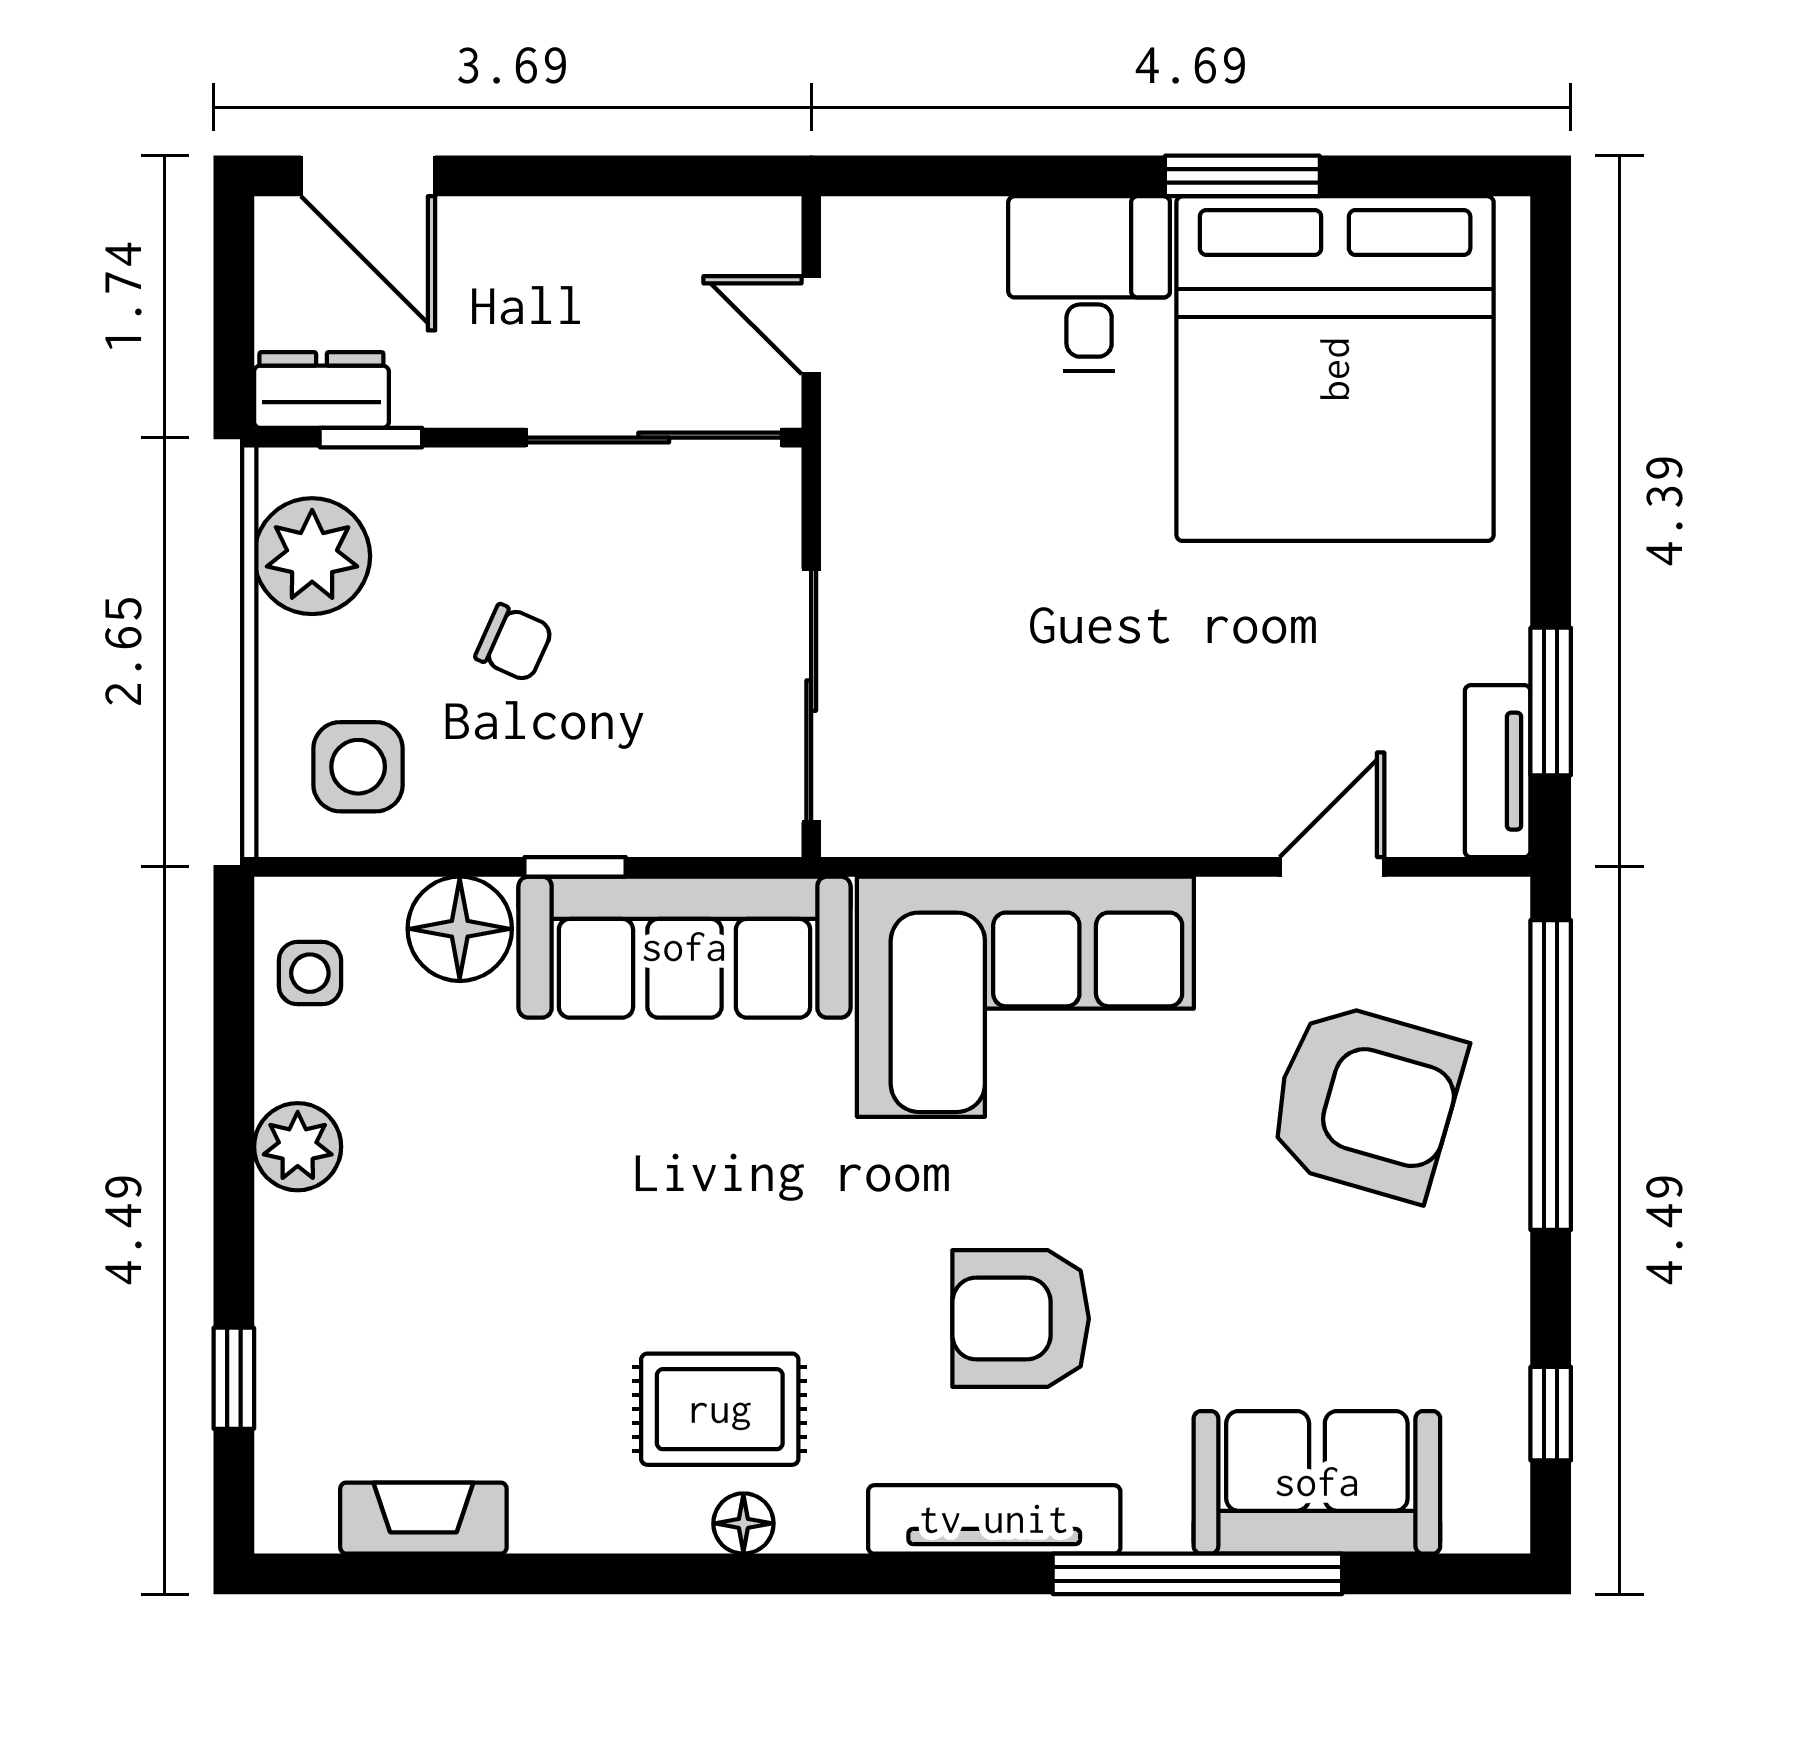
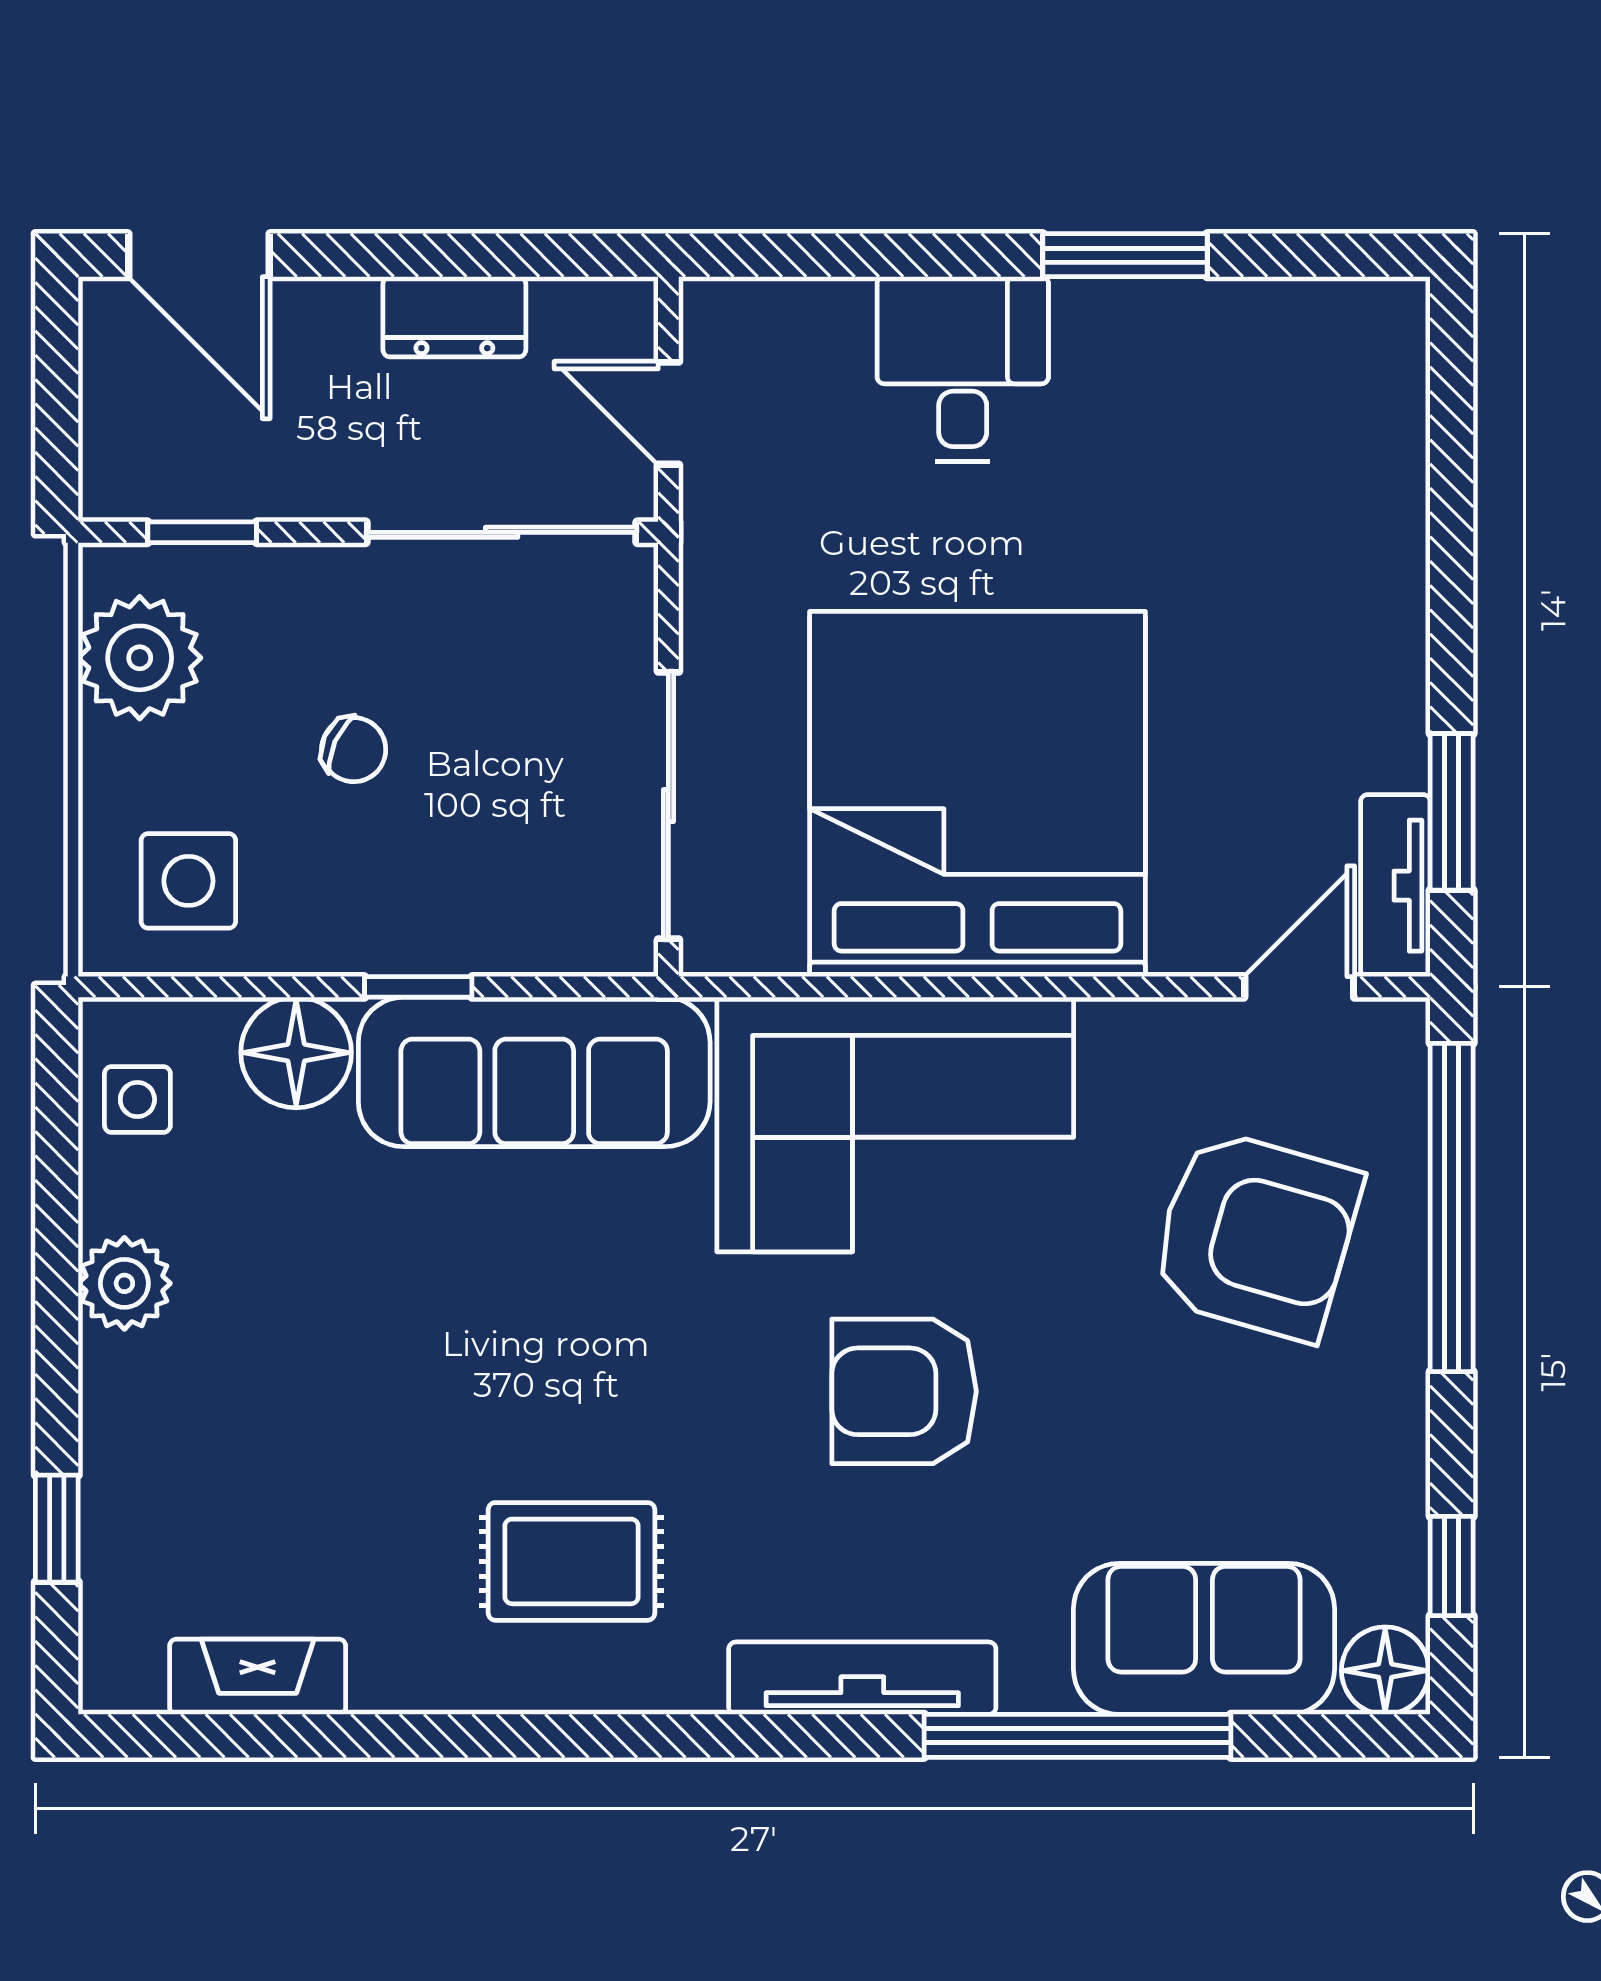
bed: (1335, 369) -> (977, 794), moved, turned 180
dresser: (321, 390) -> (454, 317), moved, turned 180
door: (1332, 867) -> (1299, 987), moved
armchair: (1021, 1319) -> (904, 1391), moved
floor lamp: (743, 1523) -> (1385, 1671), moved, width x1.37, depth x1.37

